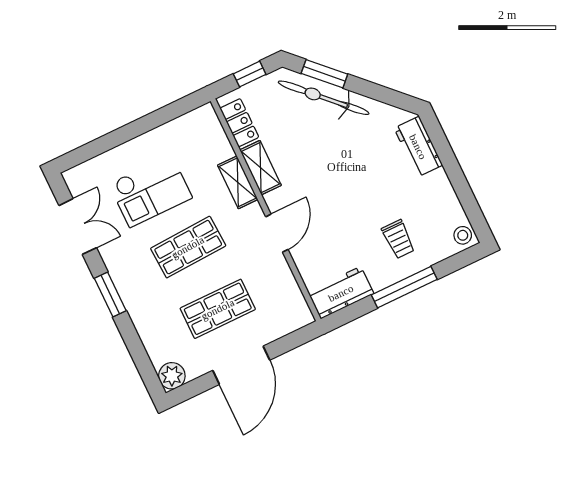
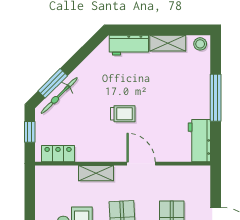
bicycle: (324, 98) -> (59, 96), width x0.73, depth x0.71
shelving: (261, 168) -> (168, 43), moved
trolley: (398, 239) -> (123, 114), moved

